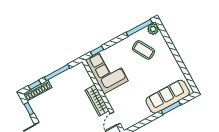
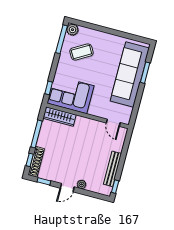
sofa: (168, 97) -> (130, 74), width x1.36, depth x1.27
wardrobe: (97, 100) -> (60, 116), moved

